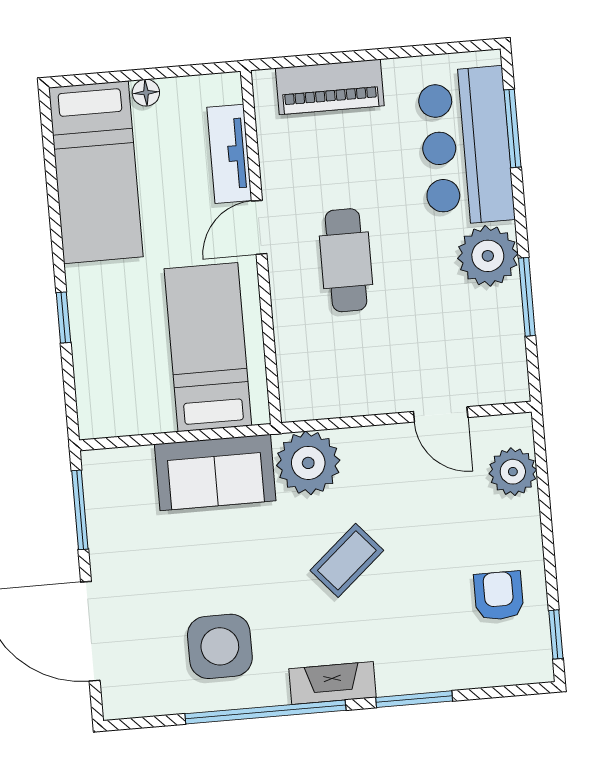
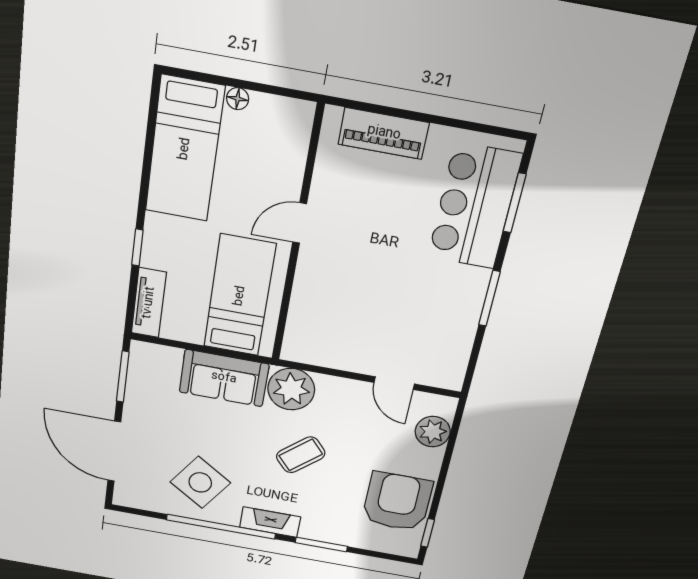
tv unit: (229, 154) -> (149, 303), moved, turned 180
plant: (488, 256) -> (464, 288), removed
cafe table: (346, 260) -> (358, 263), removed
window: (527, 297) -> (489, 298), moved
armchair: (499, 596) -> (397, 502), width x1.88, depth x1.88
side table: (220, 646) -> (200, 482), turned 34

